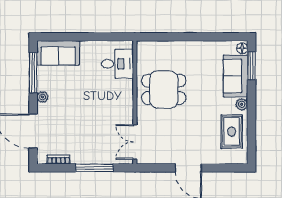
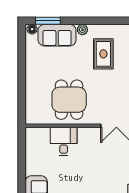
desk: (117, 64) -> (64, 141), moved
rug: (232, 132) -> (103, 54), moved, turned 90

